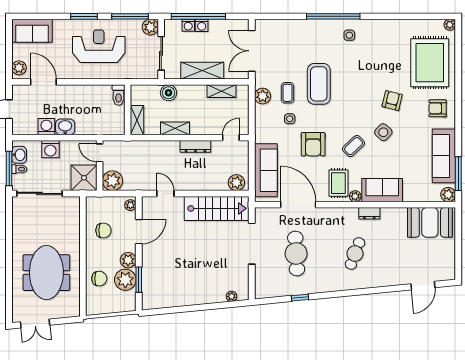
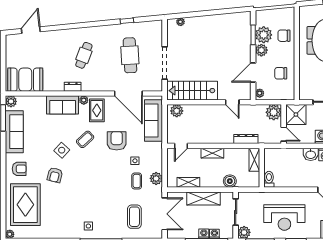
coffee table: (319, 84) -> (134, 217), moved, width x0.73, depth x0.76
shelving: (175, 128) -> (212, 153), moved
dresser: (195, 146) -> (246, 139), moved

